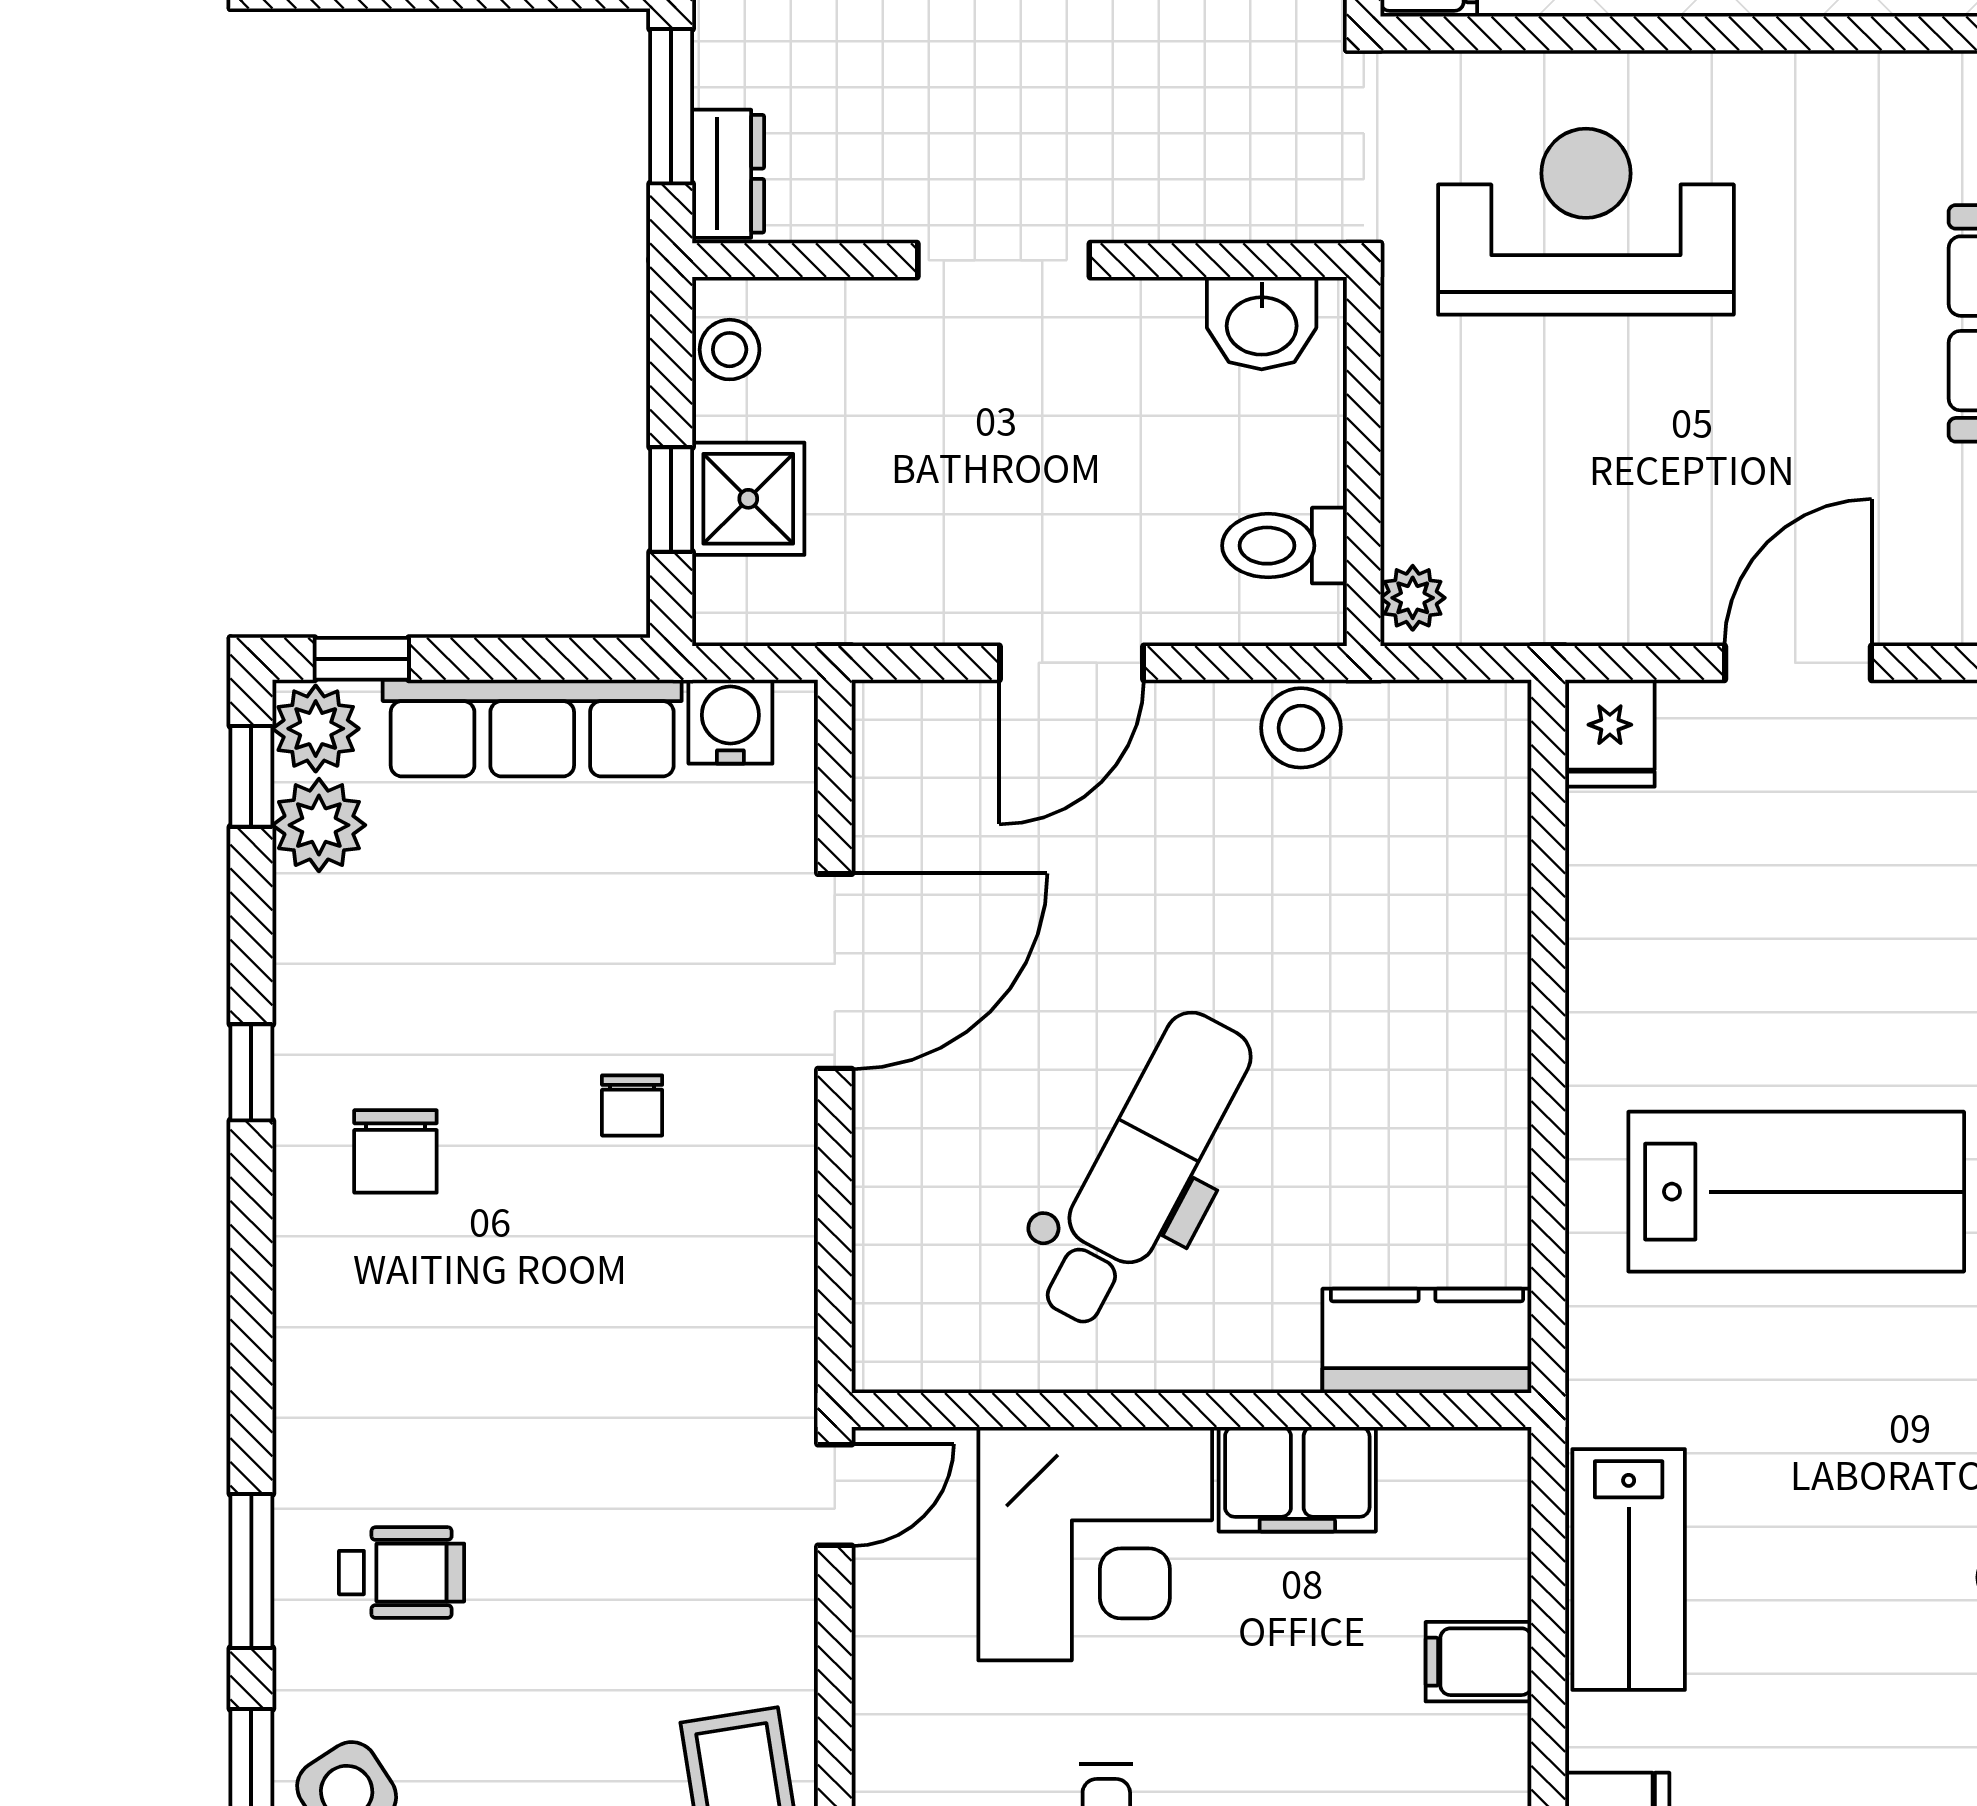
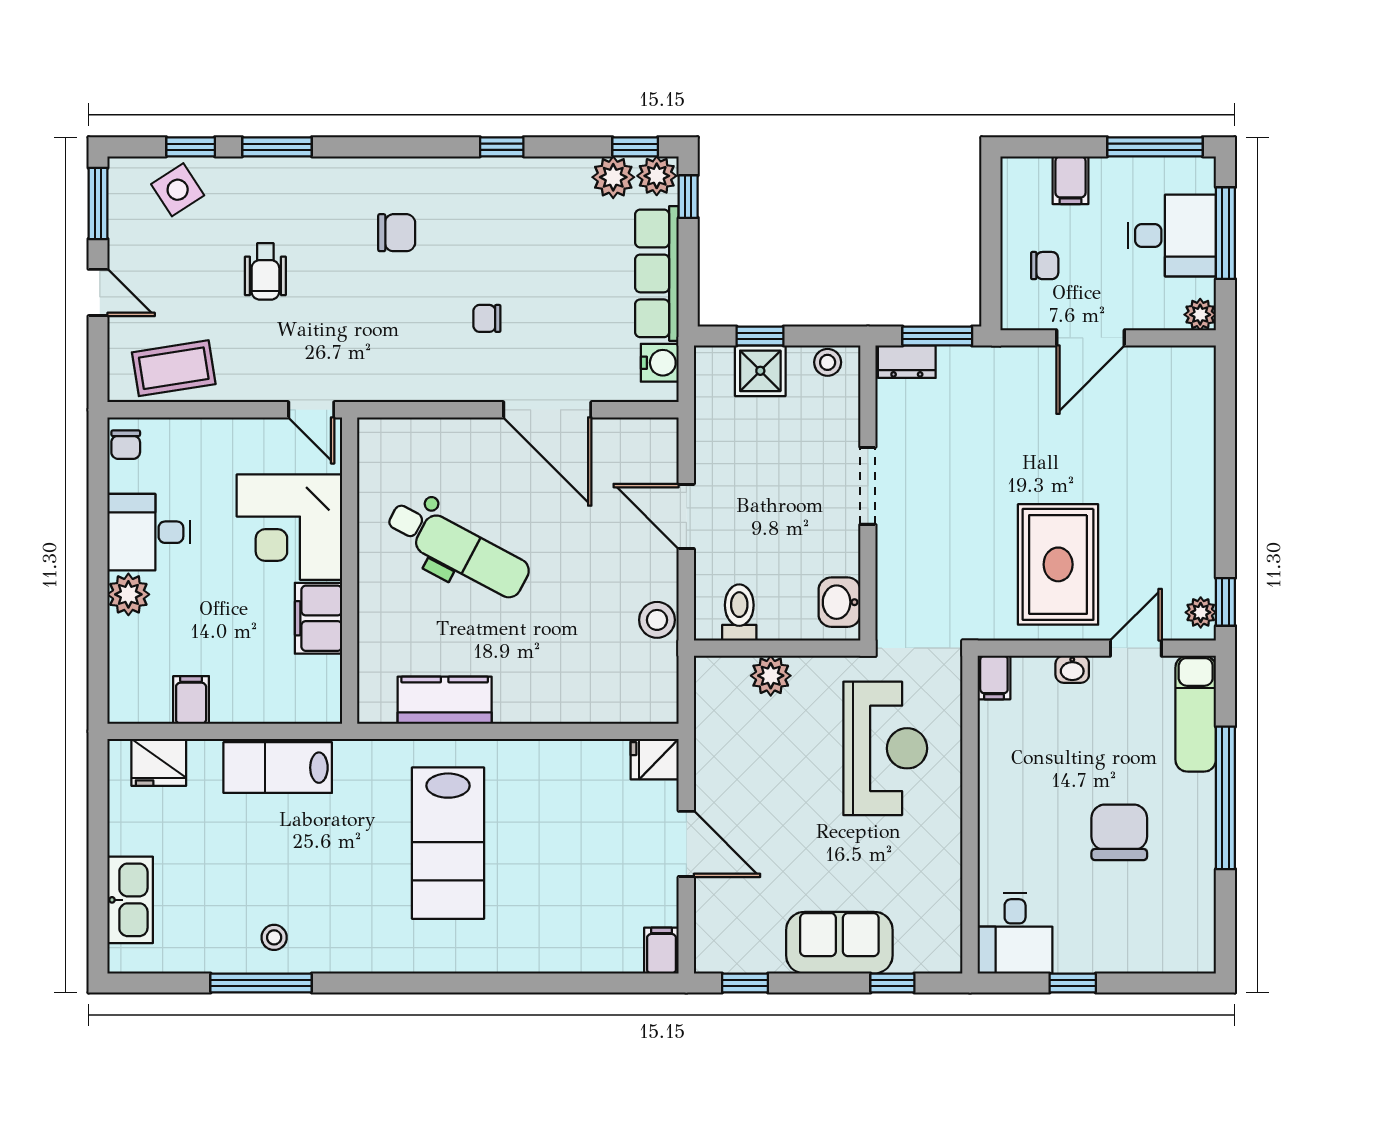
plant: (1413, 598) -> (771, 676), moved, width x1.38, depth x1.38
chair: (395, 1151) -> (397, 233), moved, turned 180
kitchen counter: (1427, 1341) -> (445, 700), moved, turned -90
wheelchair: (402, 1573) -> (265, 271), moved
filing cabinet: (1478, 1662) -> (191, 700), moved

